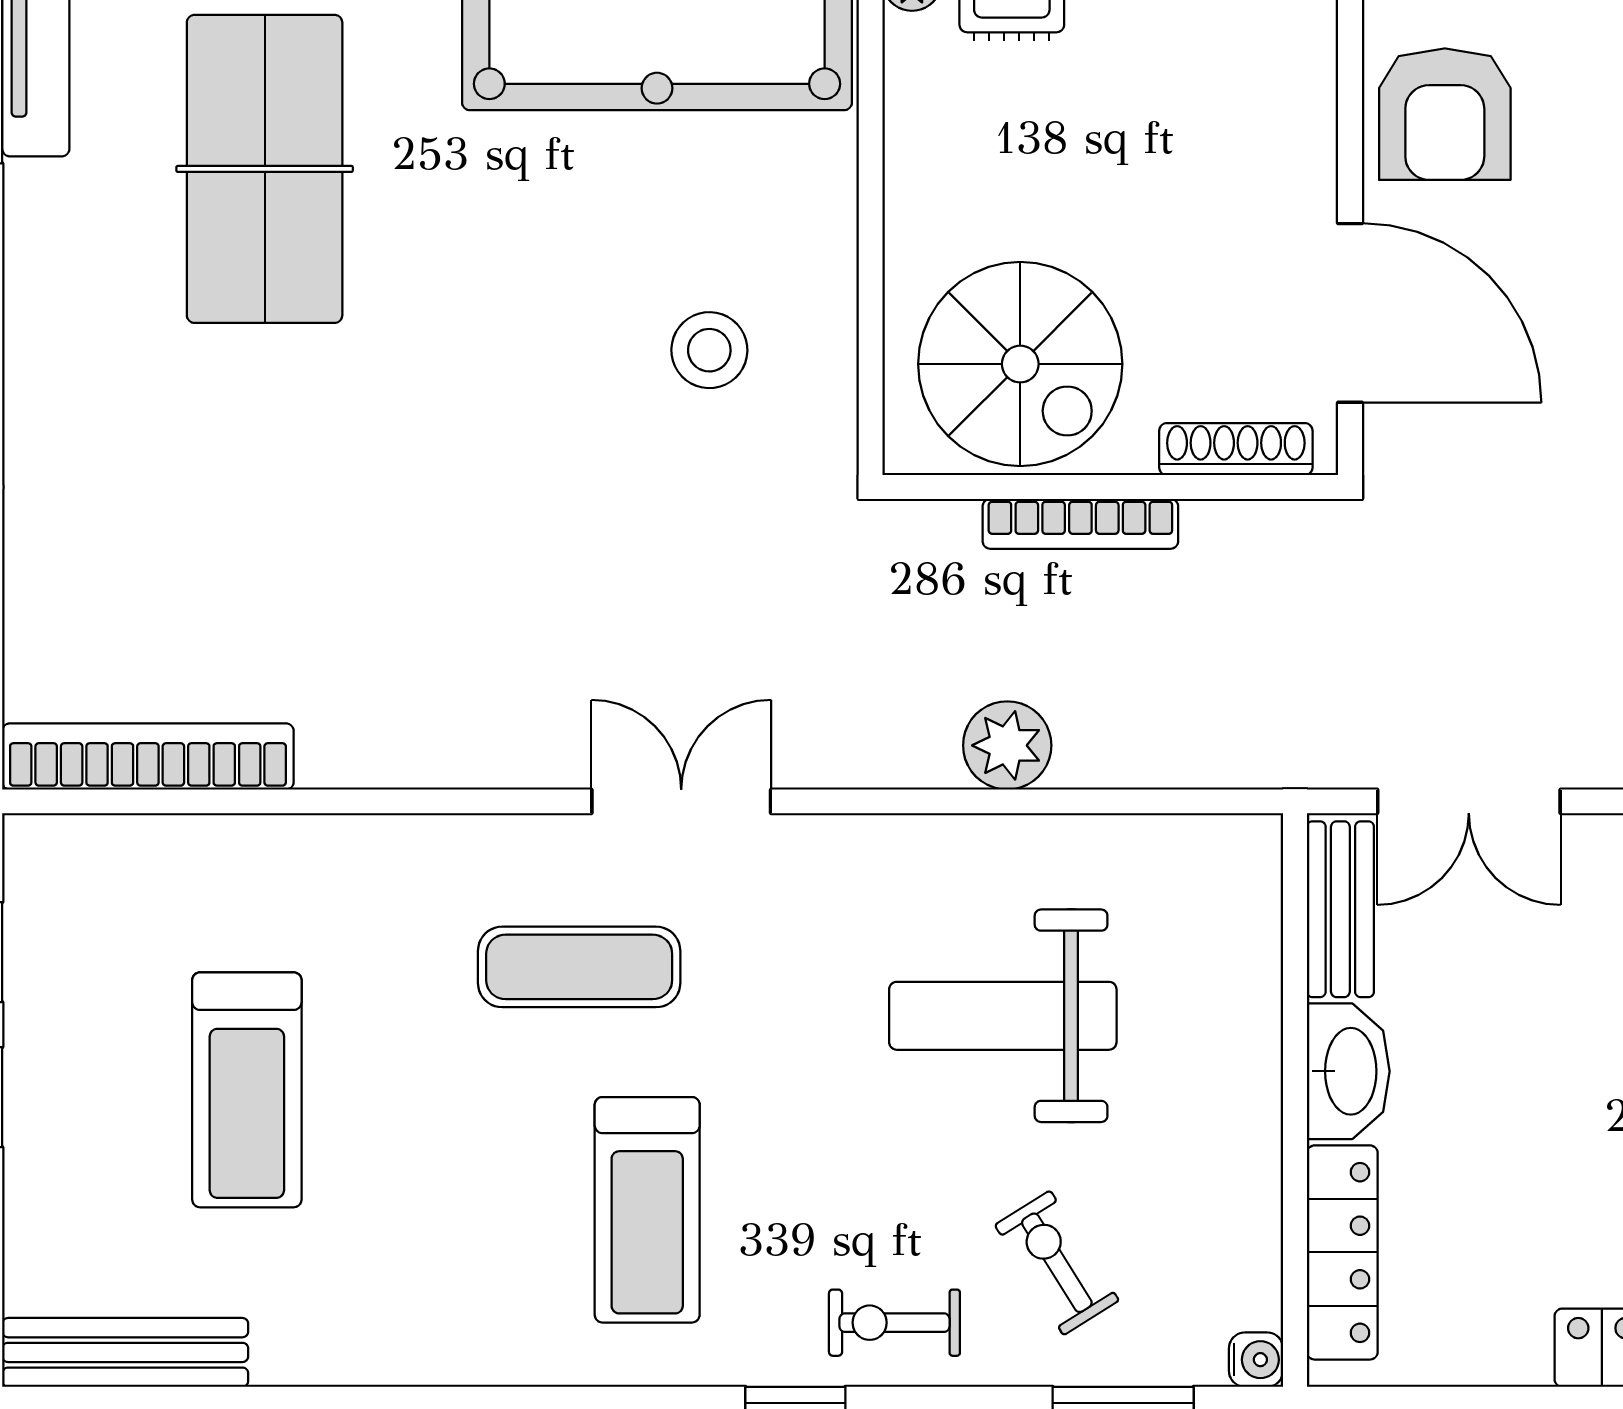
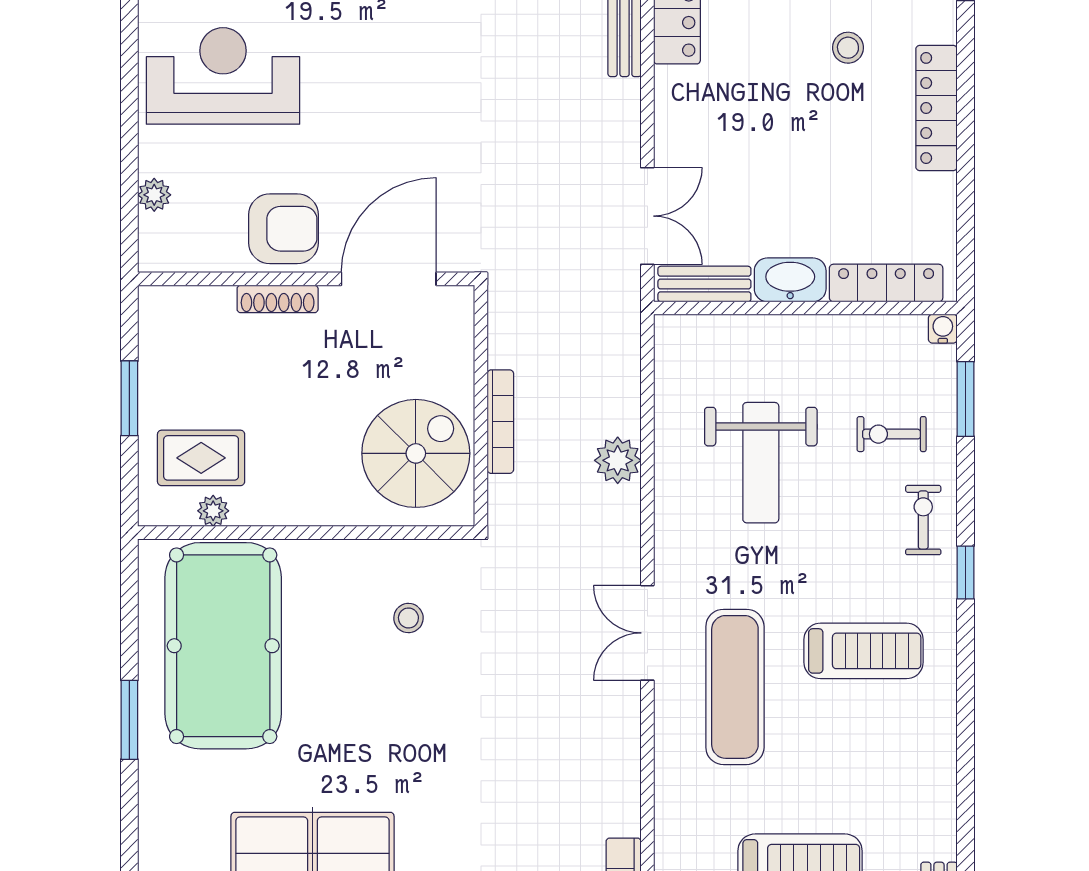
stool: (709, 350) -> (408, 618), width x0.73, depth x0.73
shoe rack: (1236, 449) -> (278, 299), moved, turned -90
exercise mat: (579, 967) -> (735, 687), width x1.36, depth x1.45
exercise bike: (1057, 1263) -> (892, 434), turned 32
exercise bike: (894, 1323) -> (923, 520), turned 180

